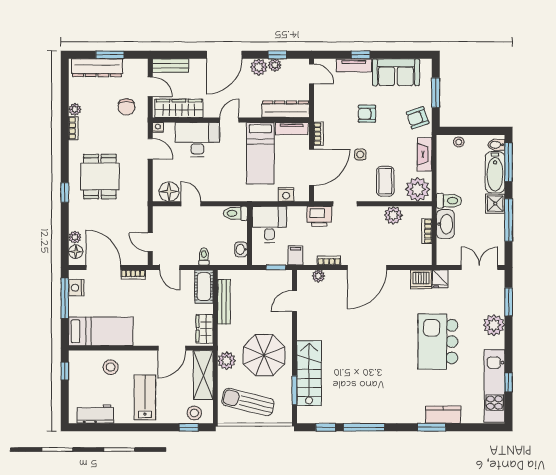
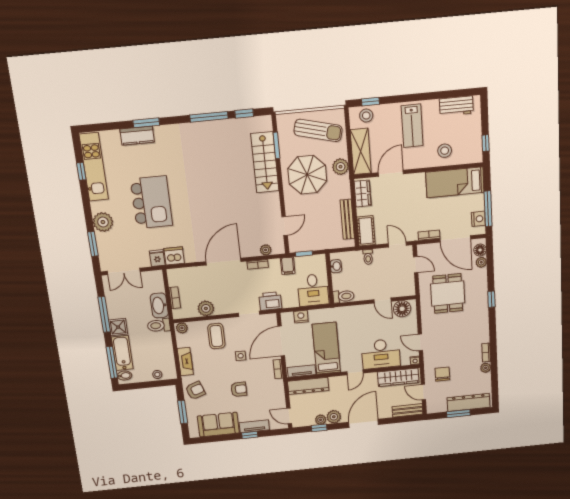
dining table: (100, 177) -> (448, 293), moved
plant: (418, 189) -> (182, 328), width x0.53, depth x0.53

